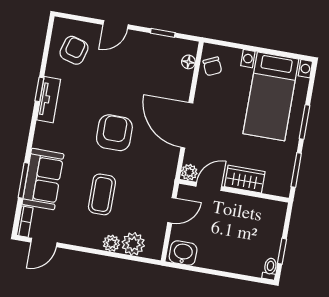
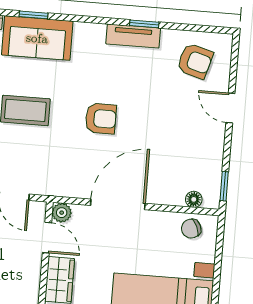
window: (163, 33) -> (224, 186), moved
armchair: (114, 133) -> (101, 119), width x0.72, depth x0.72
window: (24, 180) -> (33, 15), width x0.67

